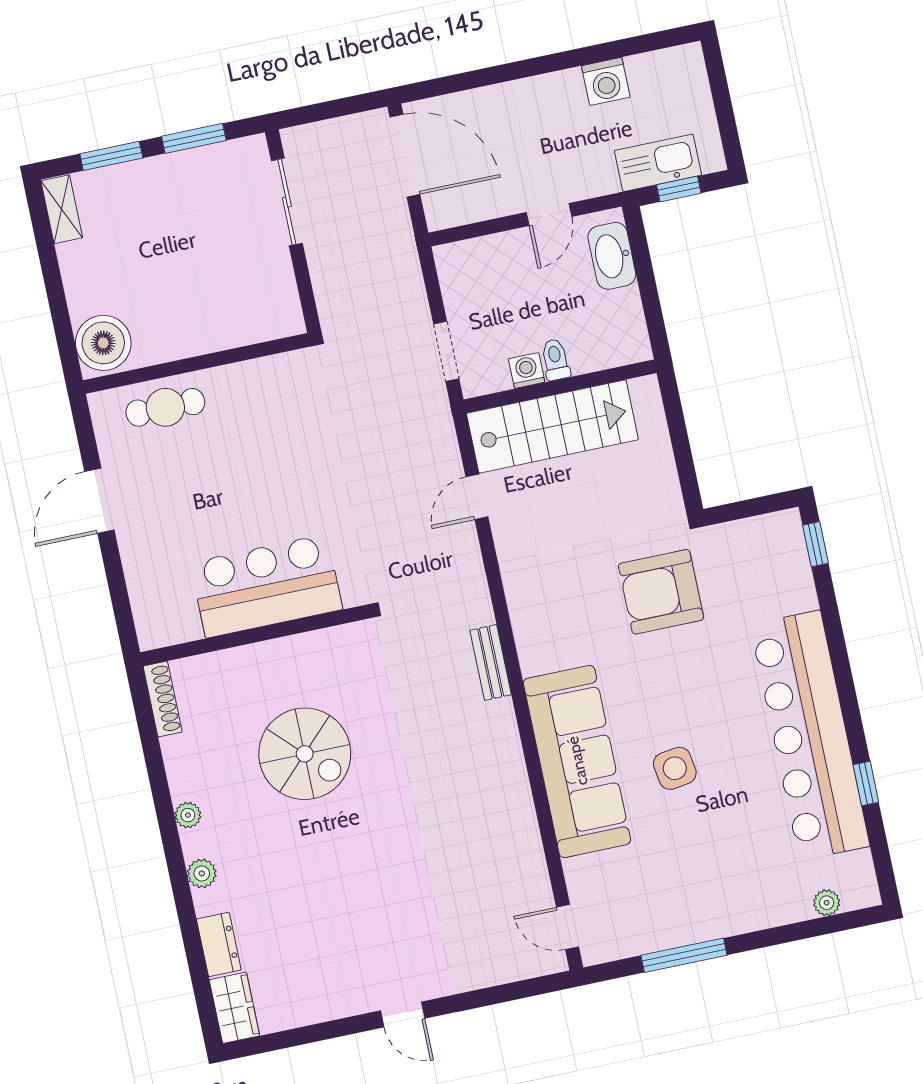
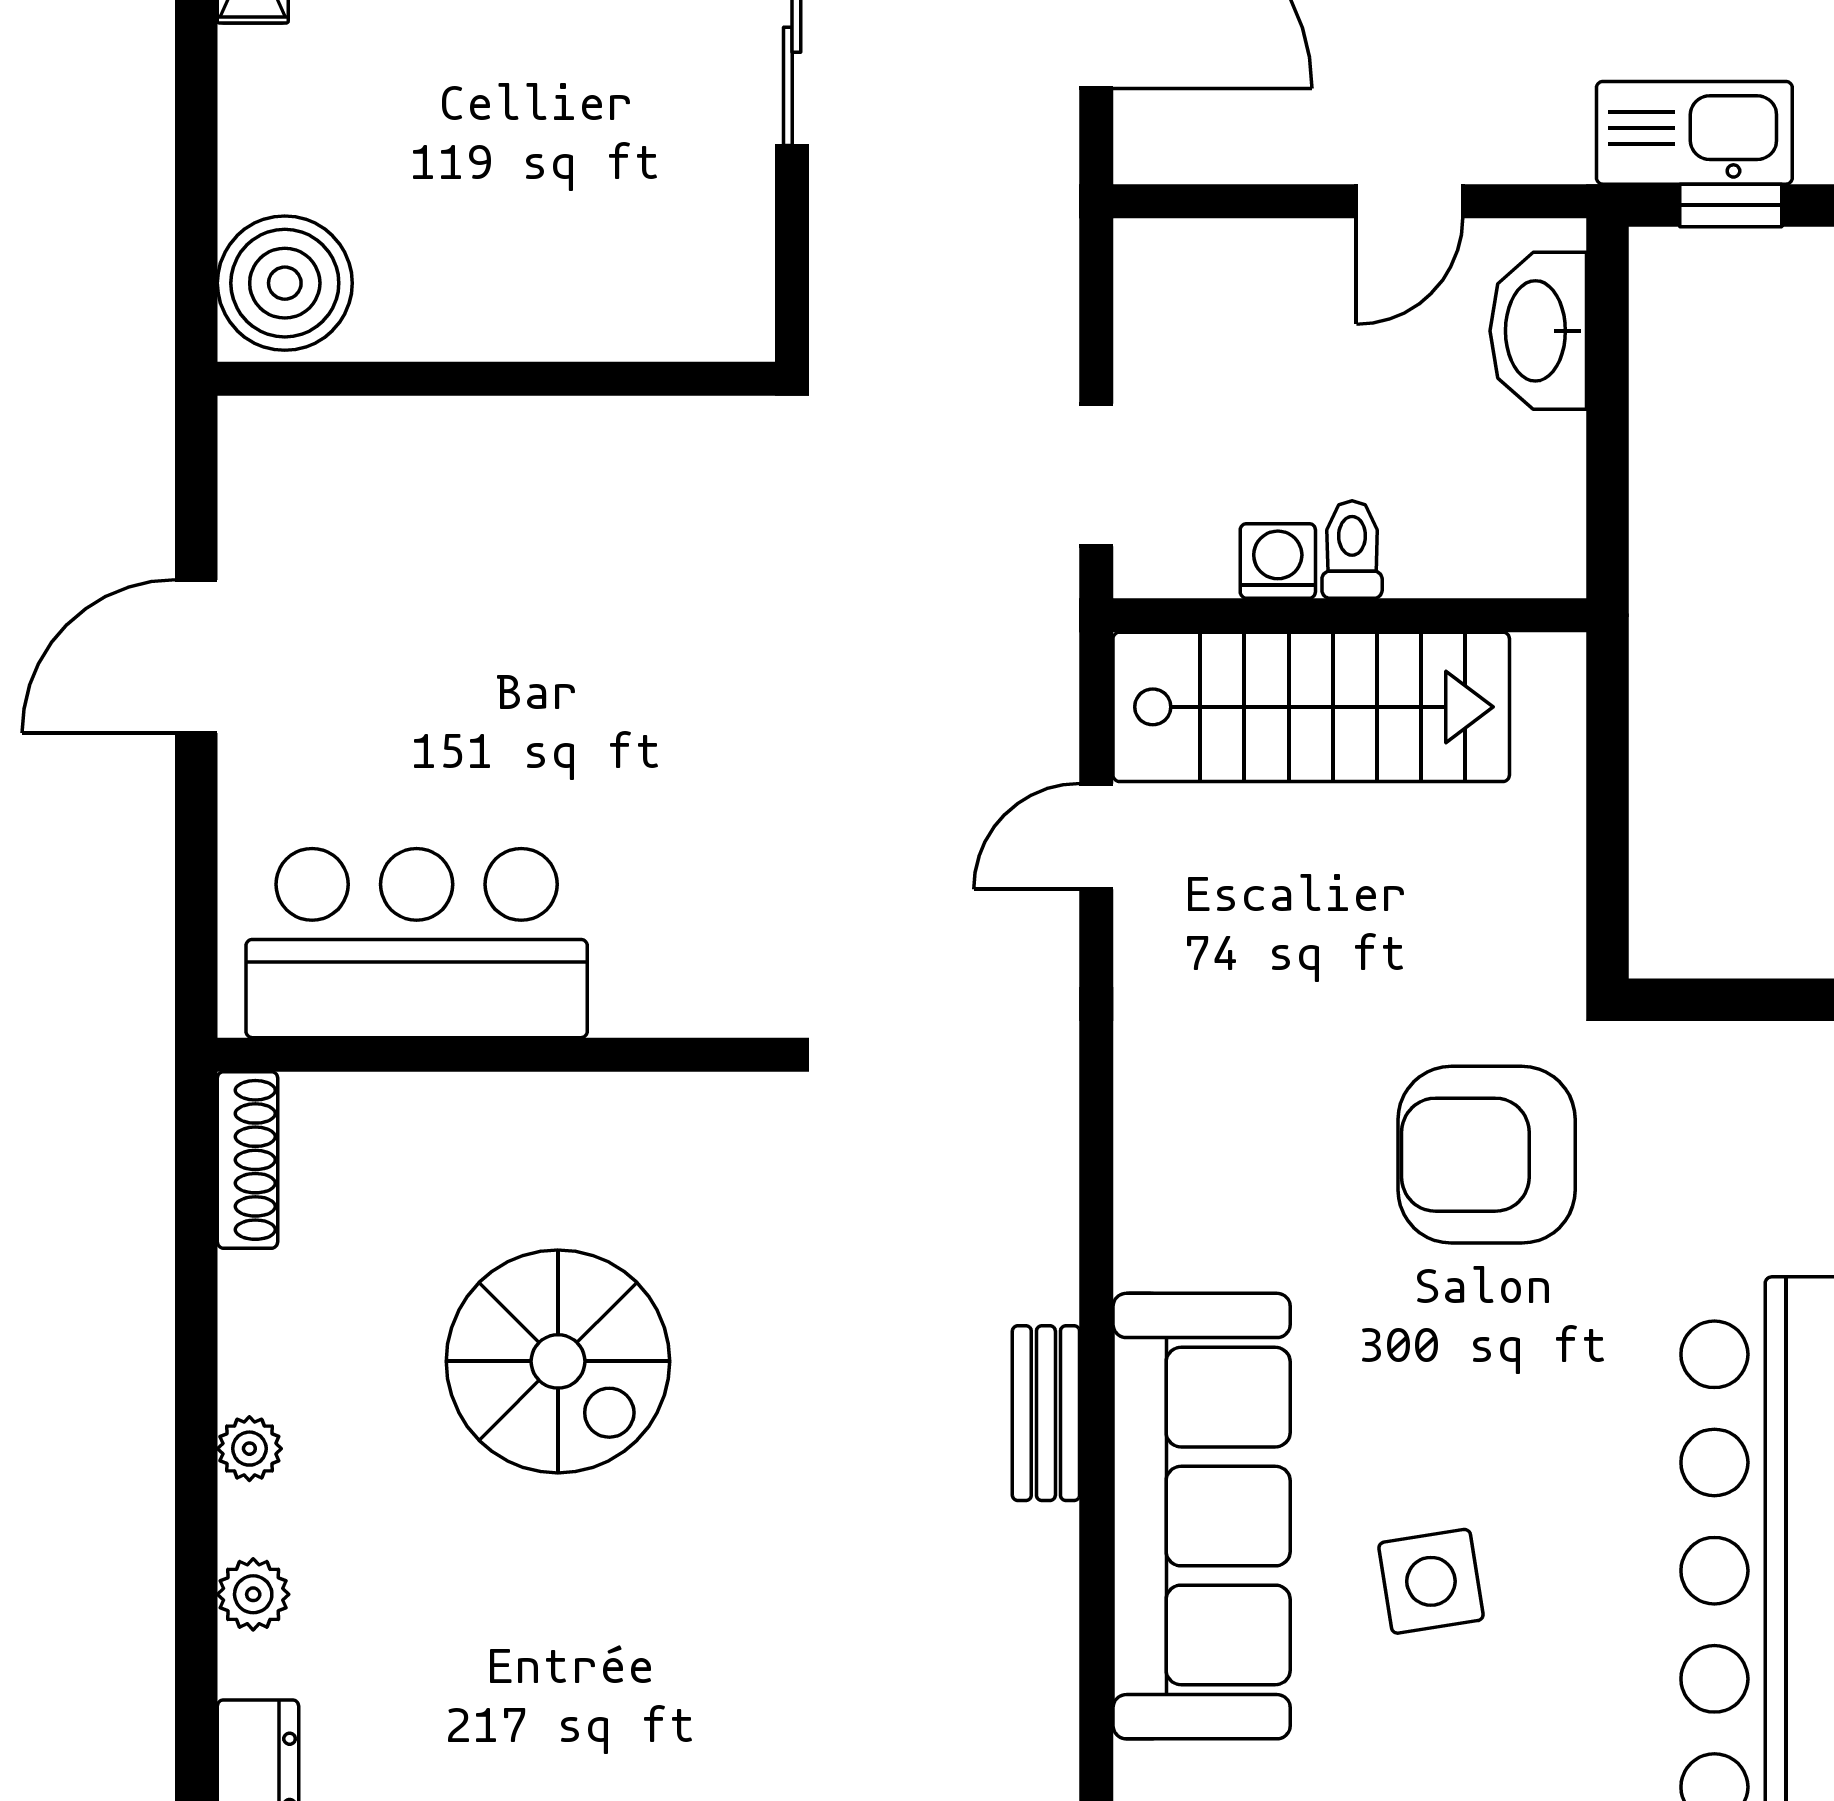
cafe table: (165, 407) -> (400, 467), removed
bar counter: (266, 586) -> (417, 943), moved
bench: (491, 662) -> (1046, 1413), moved

